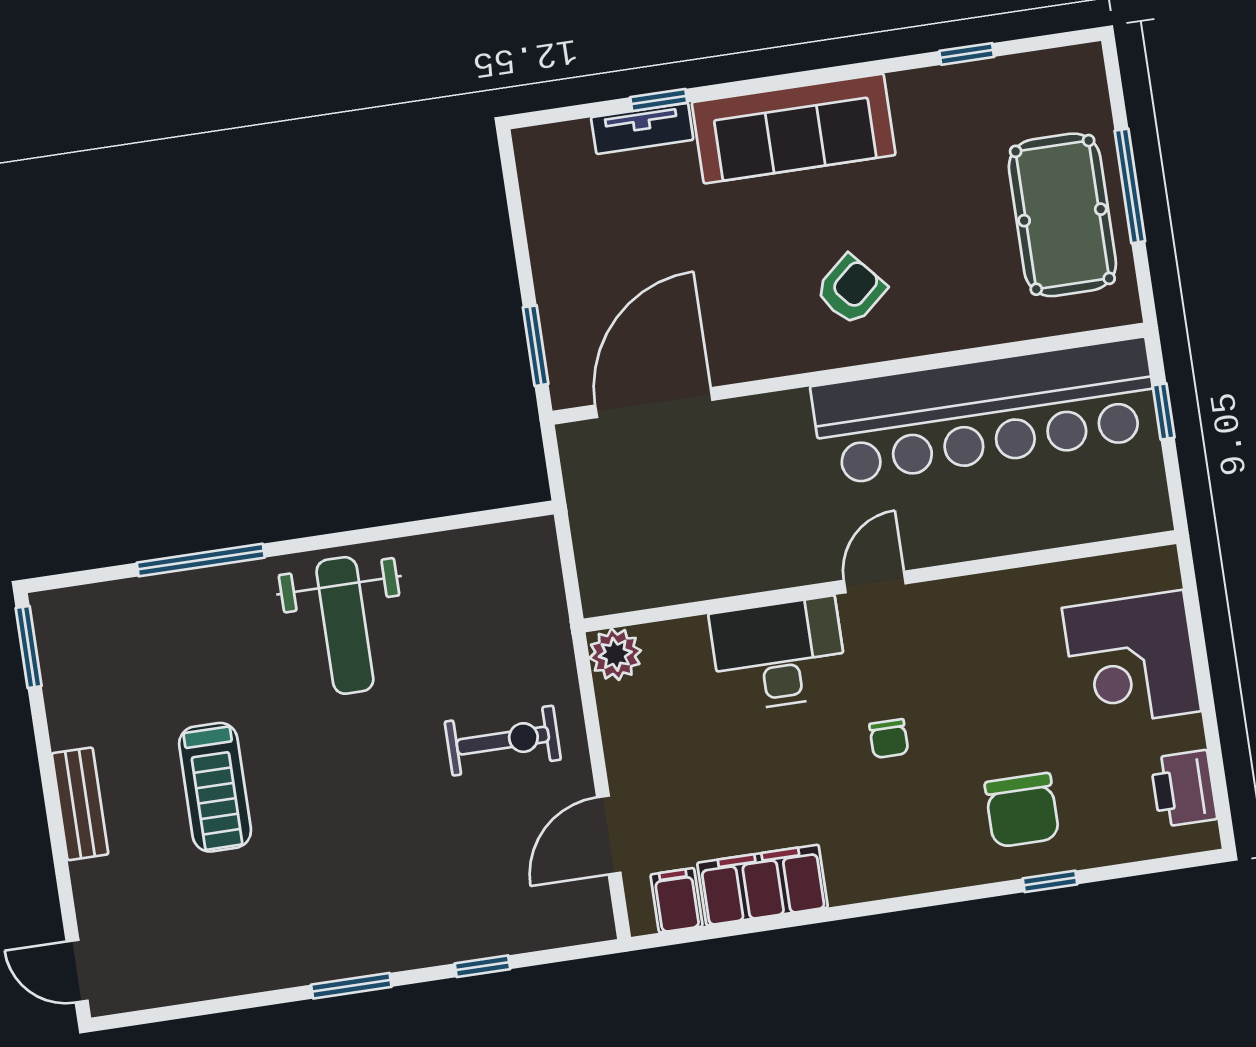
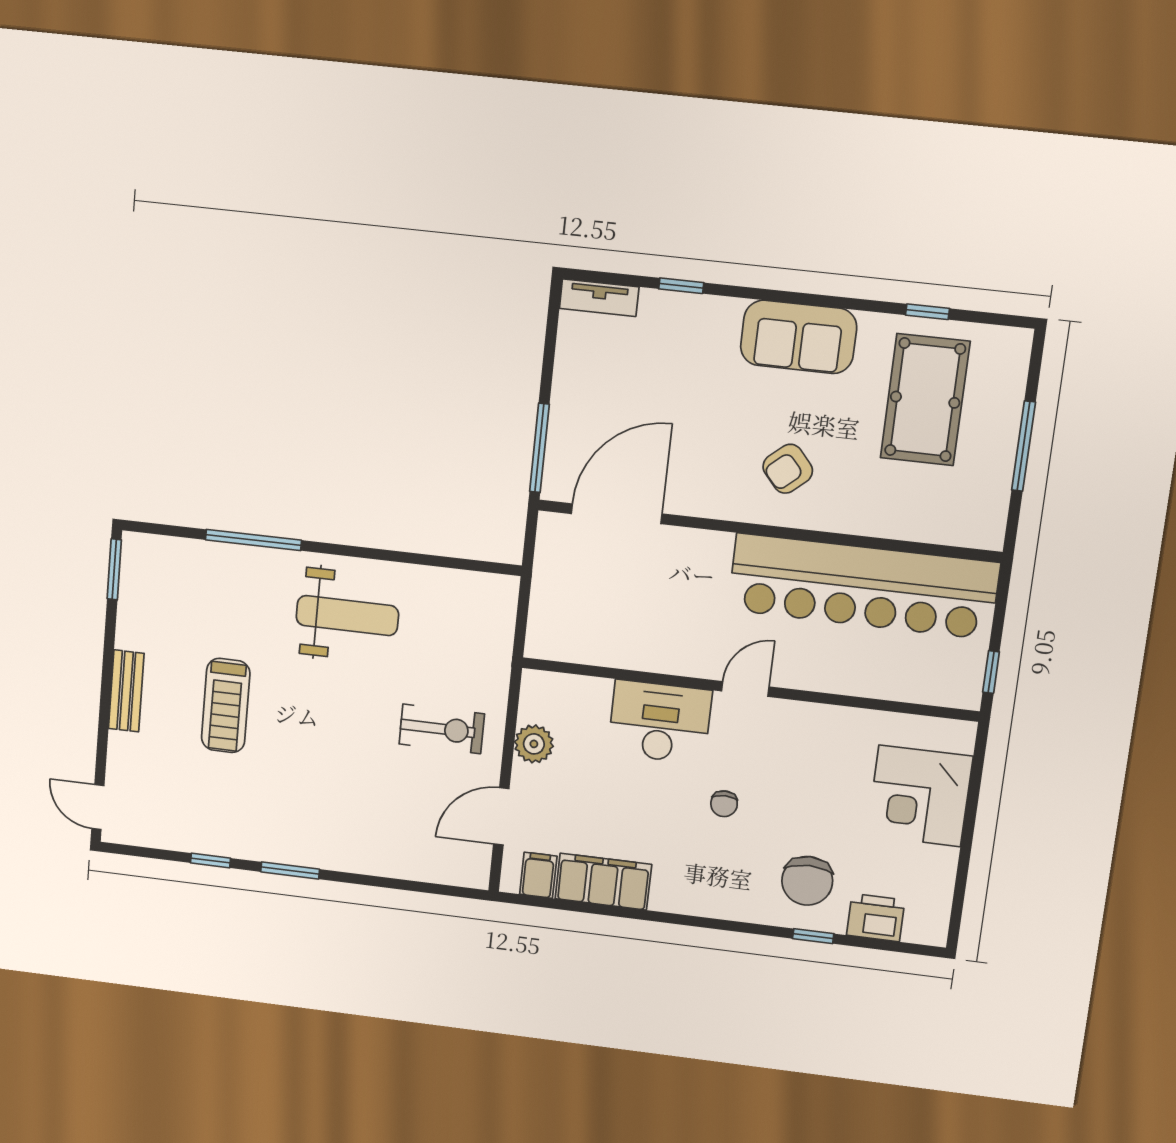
tv unit: (642, 128) -> (599, 298), moved
sofa: (794, 129) -> (799, 337), width x0.73
pool table: (1062, 215) -> (925, 400), moved
armchair: (851, 290) -> (788, 469), turned 180
window: (536, 346) -> (539, 448), width x1.44
window: (1164, 411) -> (991, 672), moved
weight bench: (345, 625) -> (347, 616), turned -90
plant: (615, 654) -> (534, 744), moved
printer: (1184, 789) -> (876, 918), moved, turned 90
window: (482, 966) -> (210, 861), moved

